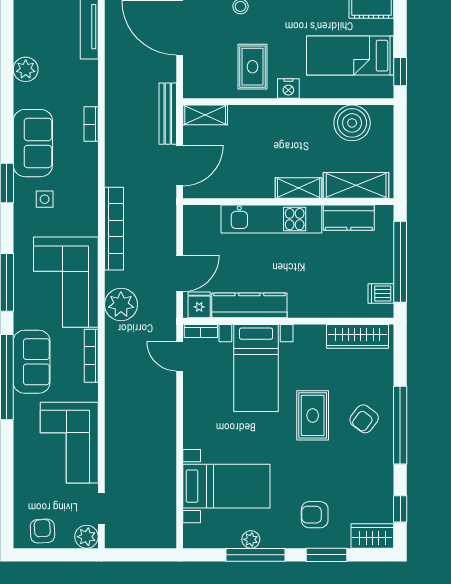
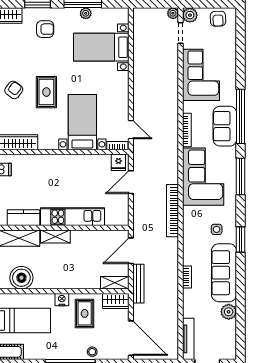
wardrobe: (204, 86) -> (116, 301), added
sofa: (33, 143) -> (224, 273), width x1.36
plant: (121, 304) -> (173, 13), moved, width x0.53, depth x0.53
kitchen counter: (249, 305) -> (87, 162), removed

